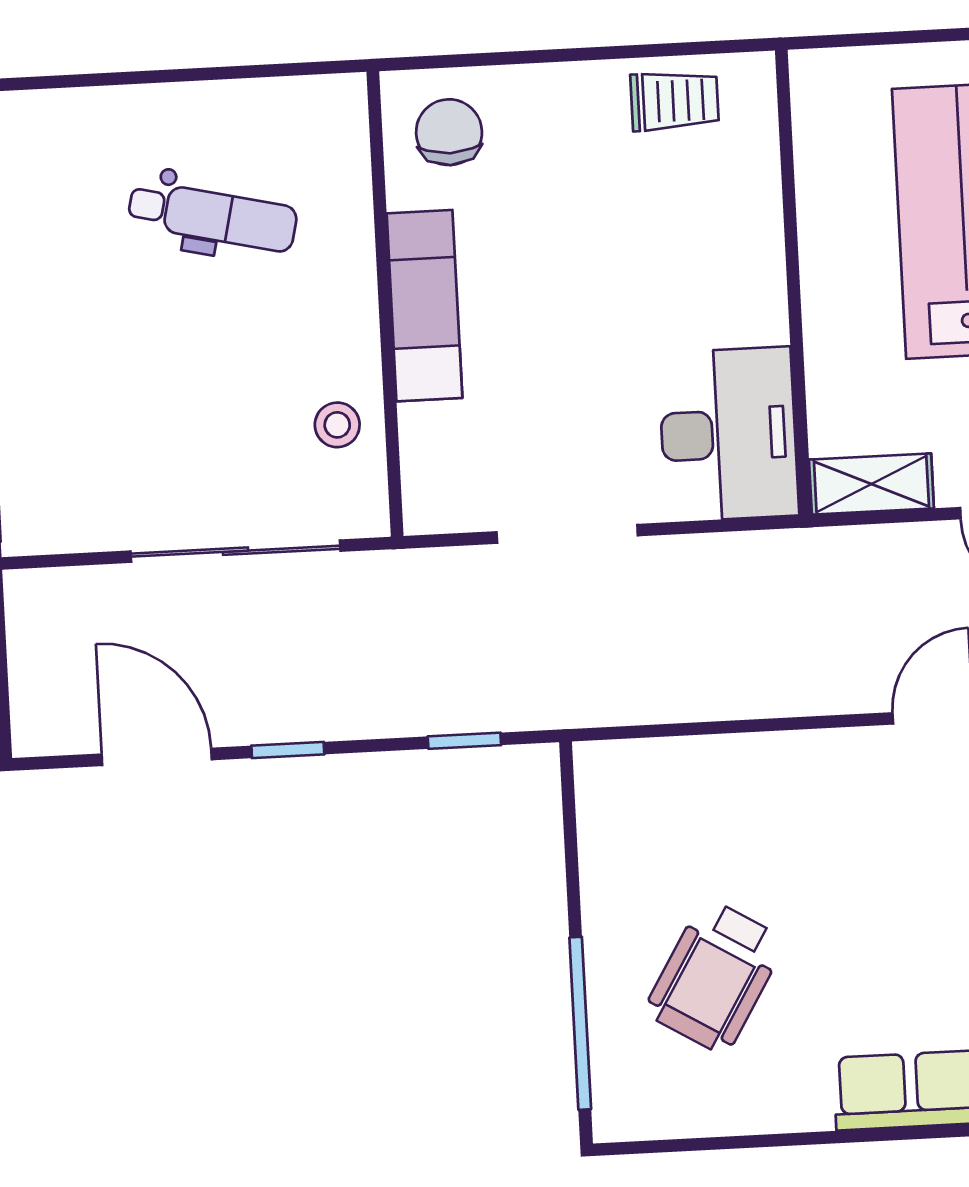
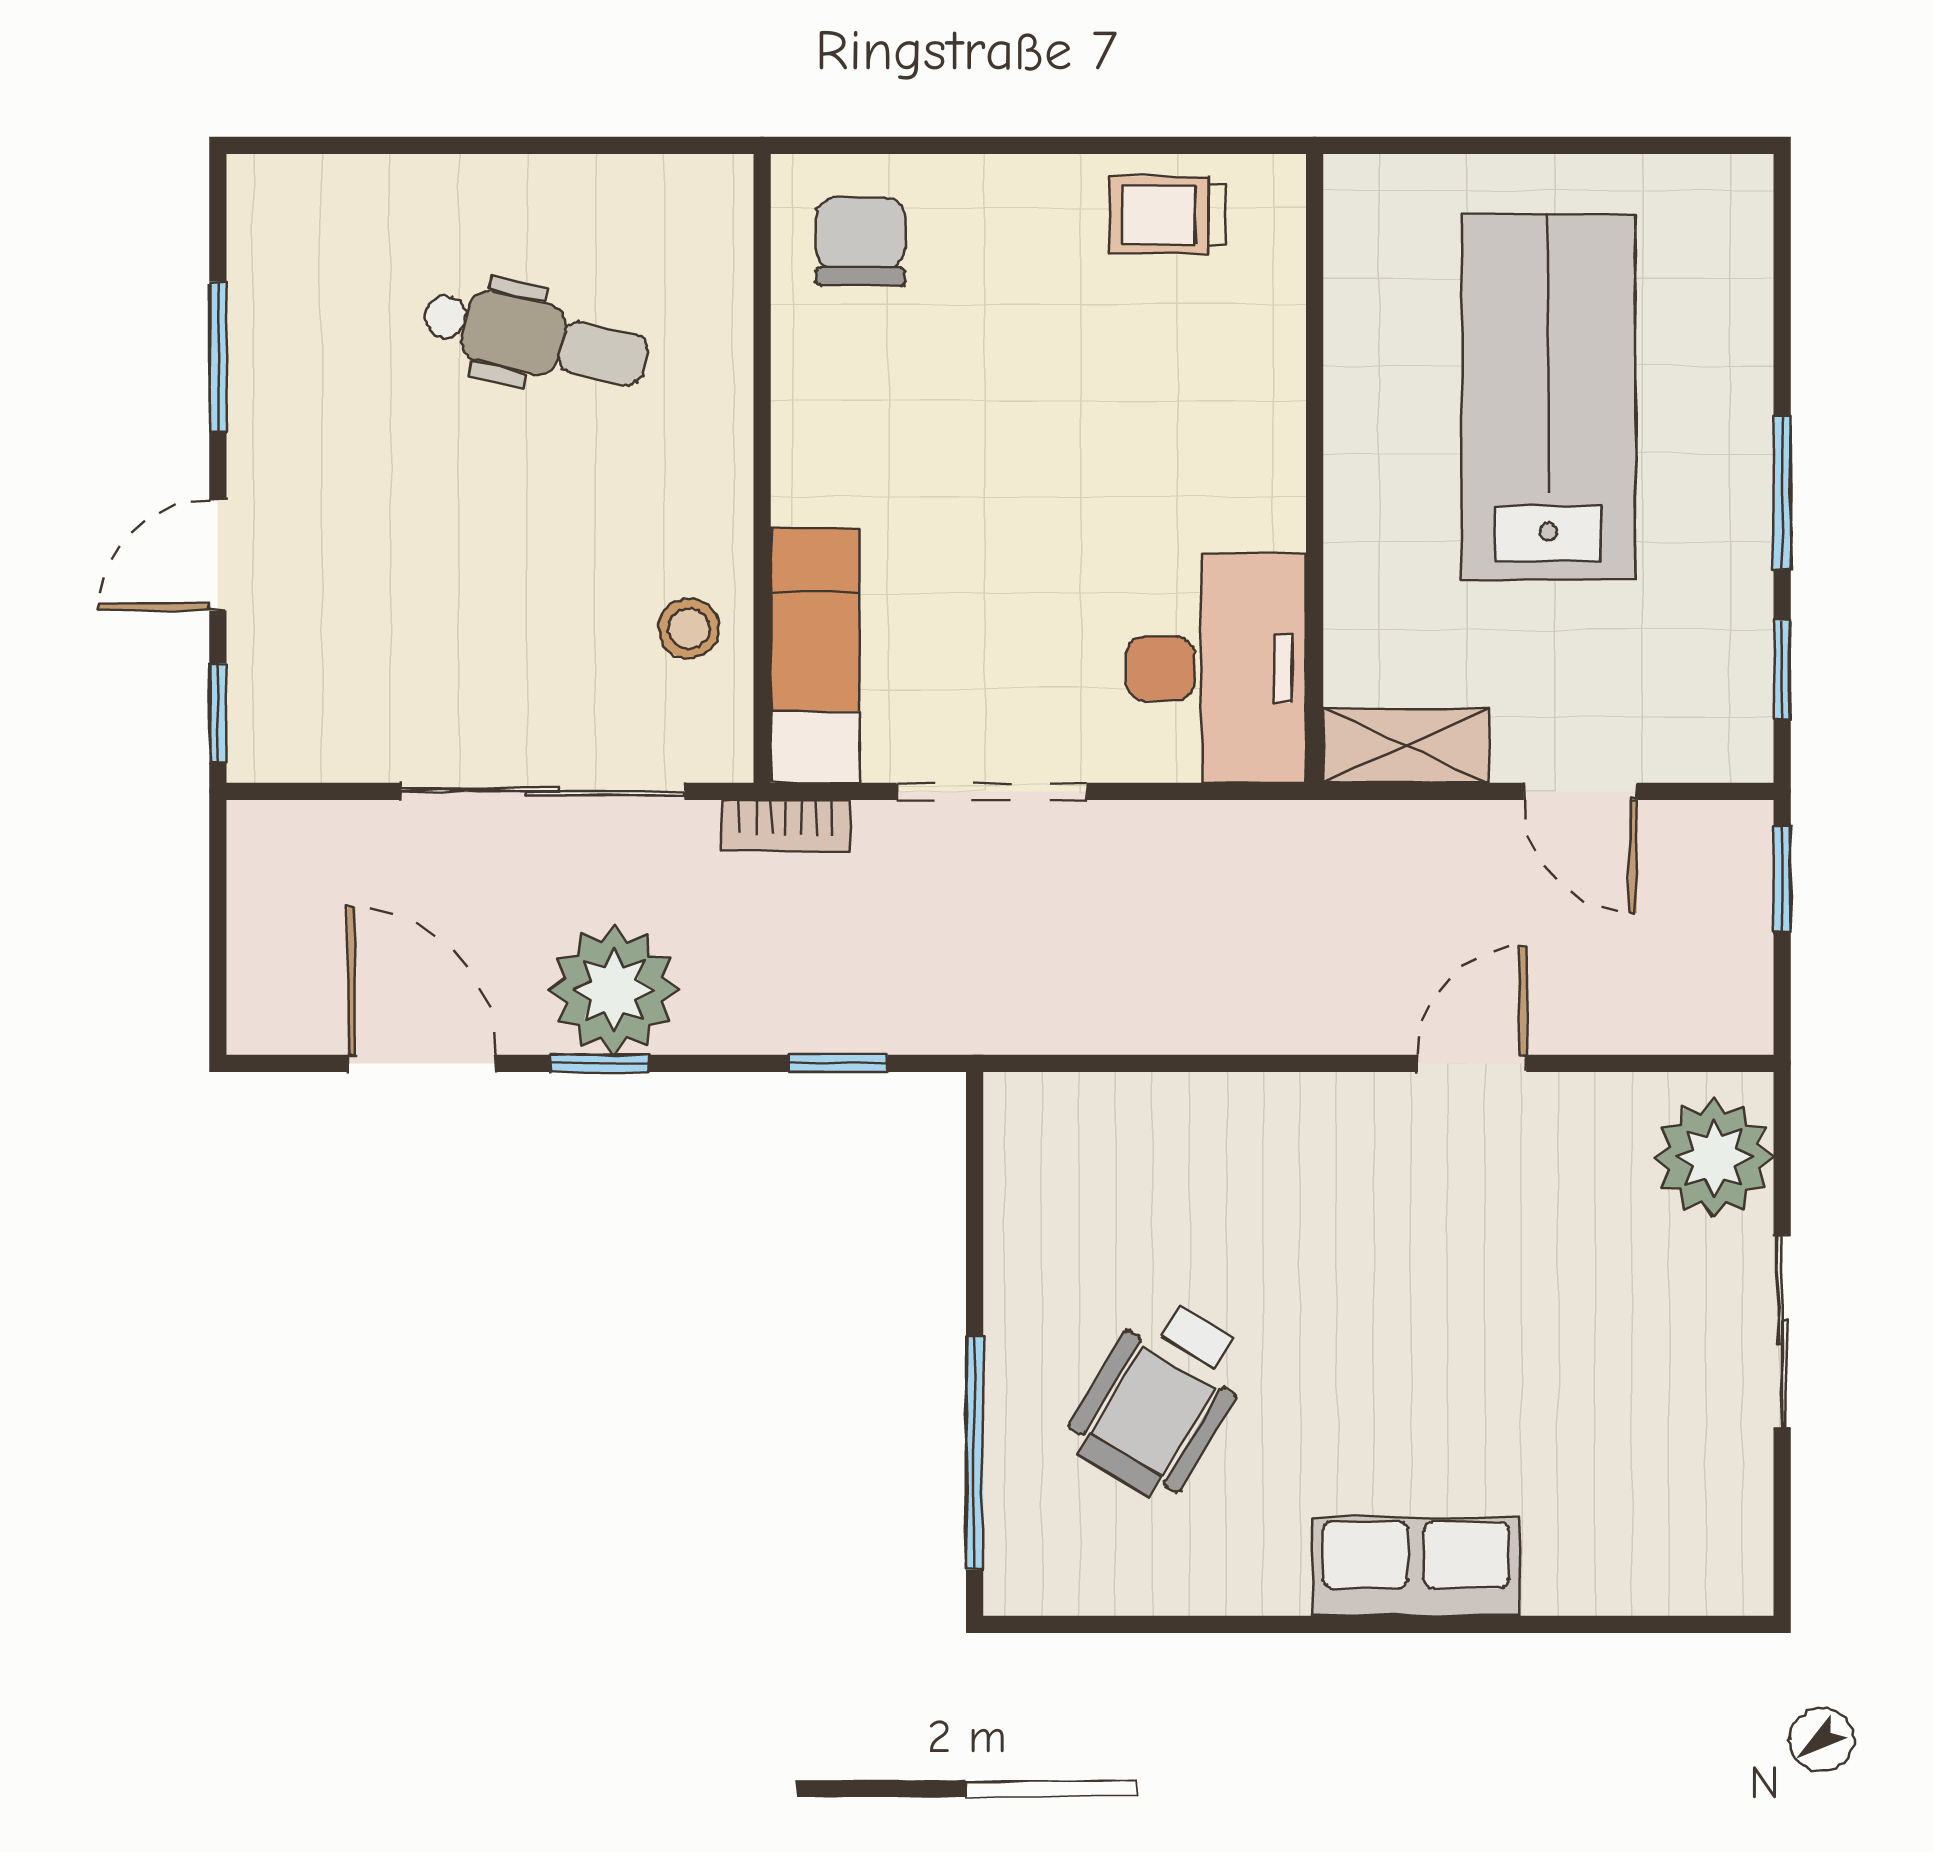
trolley: (675, 101) -> (1167, 215), turned 180
exam couch: (424, 306) -> (815, 656), moved
bookcase: (416, 567) -> (786, 826), added
plant: (296, 695) -> (614, 990), added

